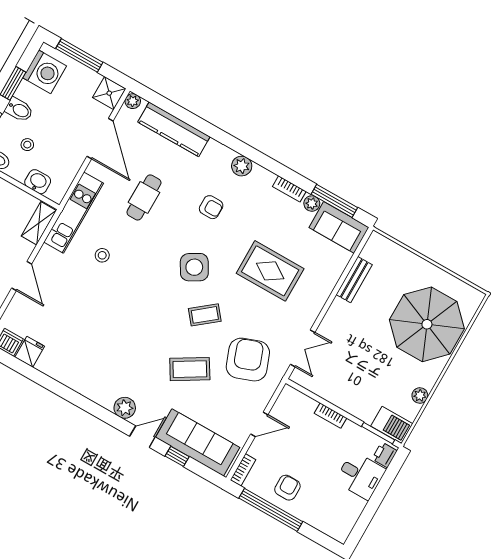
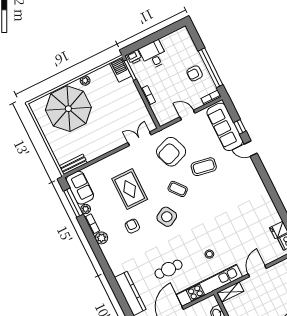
plant: (242, 166) -> (101, 238), moved
armchair: (211, 207) -> (132, 226), moved
kitchen unit: (74, 213) -> (209, 285), width x1.36
bench: (354, 280) -> (73, 164), moved
coffee table: (190, 369) -> (204, 167), turned -49
plant: (420, 395) -> (85, 81), moved
plant: (125, 408) -> (250, 169), removed

